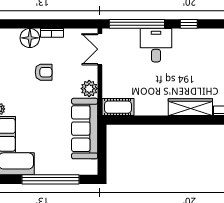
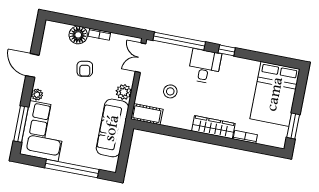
desk: (156, 45) -> (204, 66), moved
armchair: (44, 72) -> (85, 69), turned 80
stool: (138, 78) -> (170, 91), added

